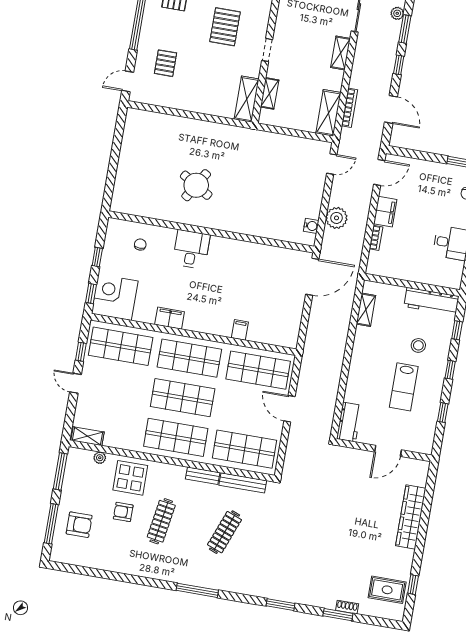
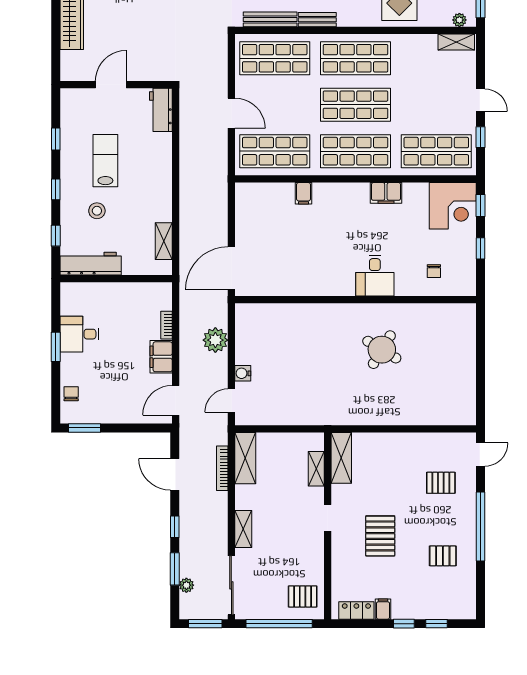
pallet: (165, 63) -> (441, 483), turned 90
water cooler: (311, 226) -> (243, 373), moved
plant: (100, 458) -> (459, 20), moved

